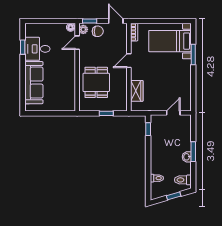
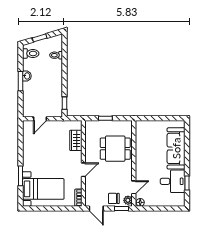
dining table: (96, 82) -> (115, 149), turned 90

